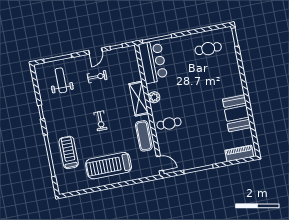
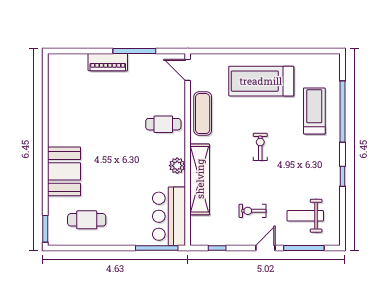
door: (95, 51) -> (265, 248), moved
weight bench: (61, 80) -> (305, 216), turned 90
shelving: (139, 99) -> (200, 179), width x1.47
booth: (237, 113) -> (64, 171), moved
treadmill: (69, 152) -> (314, 111), turned 180
piano: (239, 153) -> (108, 62), moved
treadmill: (109, 166) -> (261, 81), turned 180

